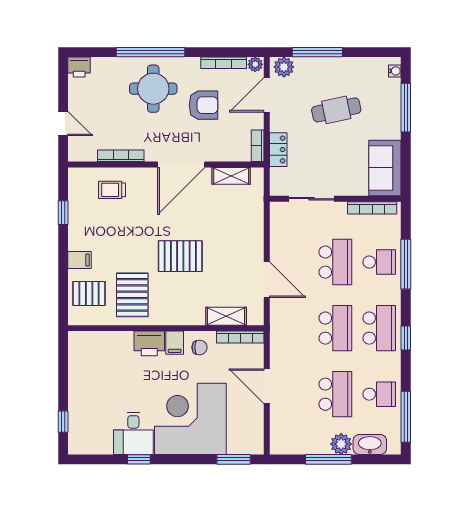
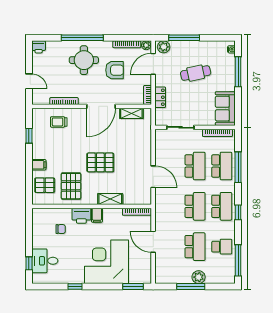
school desk: (379, 262) -> (222, 166), width x1.85
shelving: (226, 316) -> (110, 199), moved
chair: (199, 347) -> (61, 229), moved
desk: (133, 433) -> (45, 261), moved, turned 90
washbasin: (370, 445) -> (216, 277), removed

